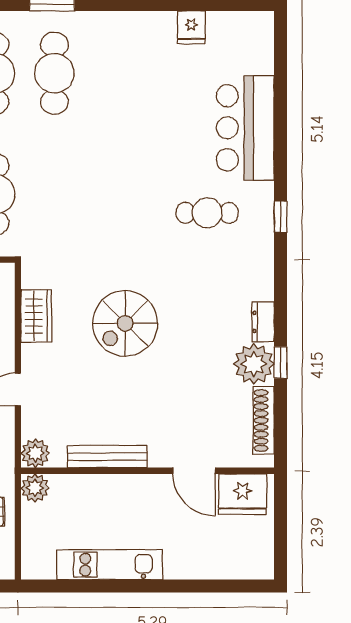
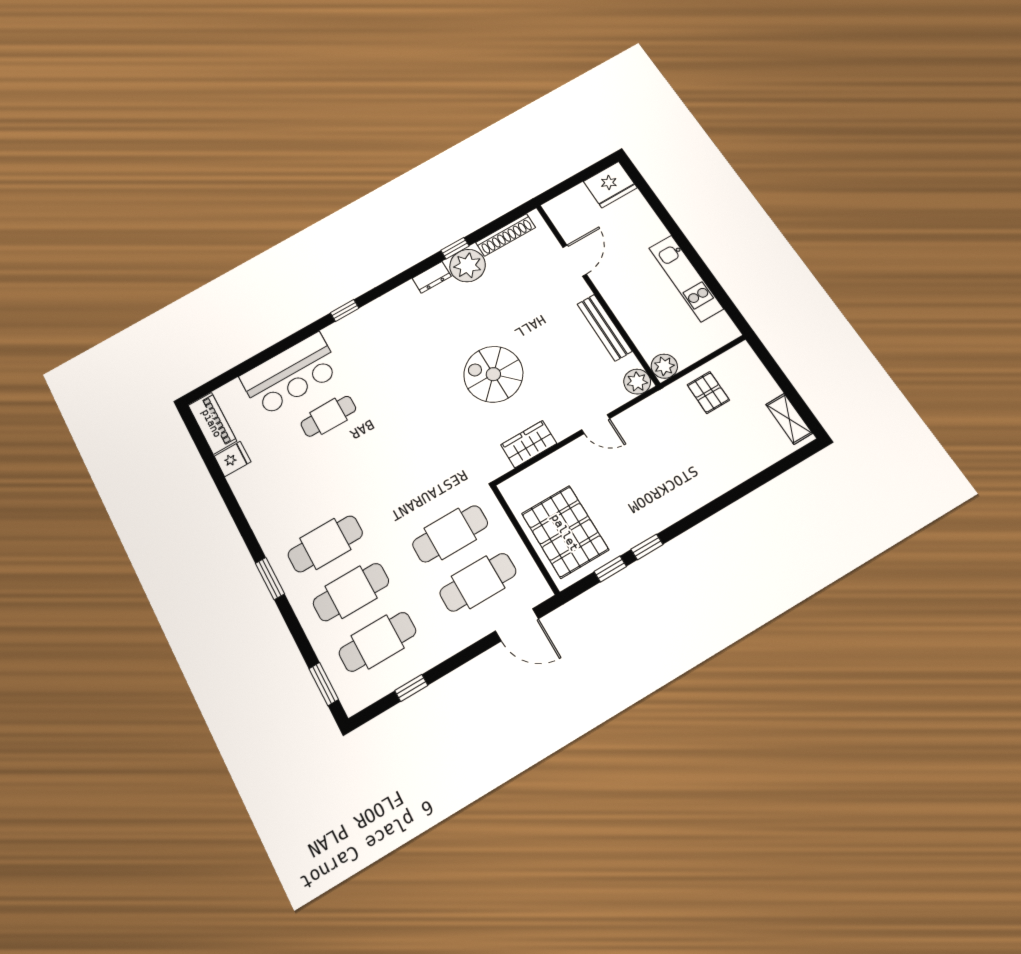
piano: (240, 26) -> (212, 423), added
cafe table: (207, 213) -> (328, 416), moved, turned 90
spiral stairs: (125, 323) -> (493, 374), turned 180
fridge: (243, 494) -> (610, 185), moved, turned 90

